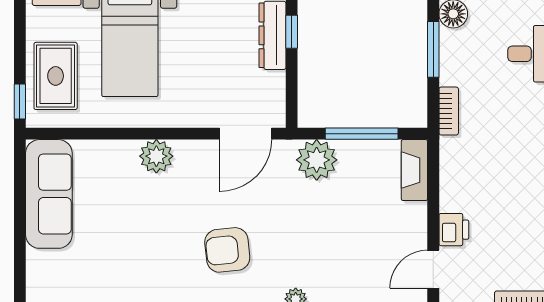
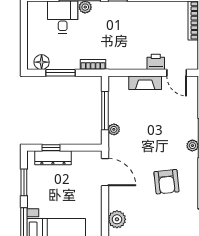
plant: (317, 160) -> (114, 129), width x0.53, depth x0.53
fireplace: (414, 170) -> (145, 83), moved

